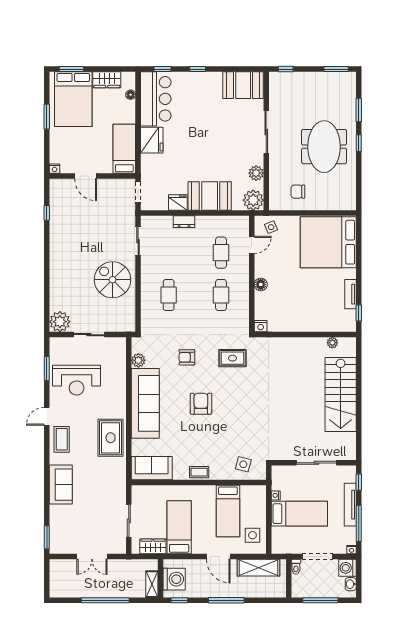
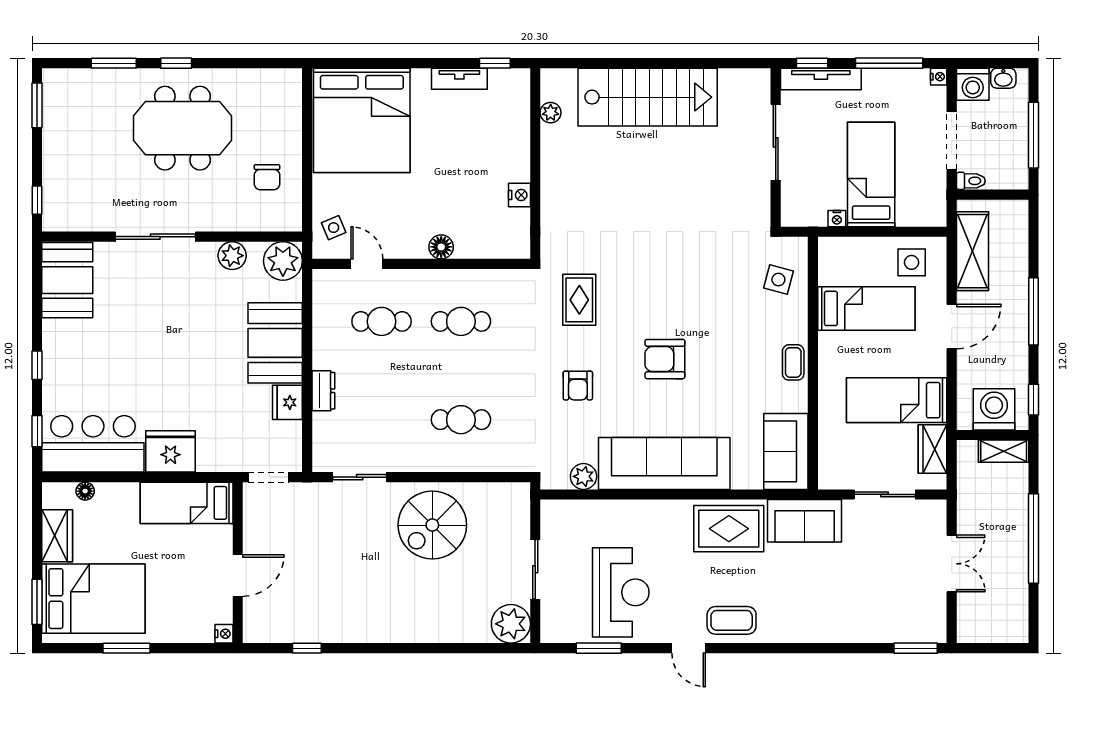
nightstand: (261, 326) -> (519, 195), moved
sofa: (61, 485) -> (805, 521), moved, turned 180
tv unit: (350, 505) -> (821, 79), moved

